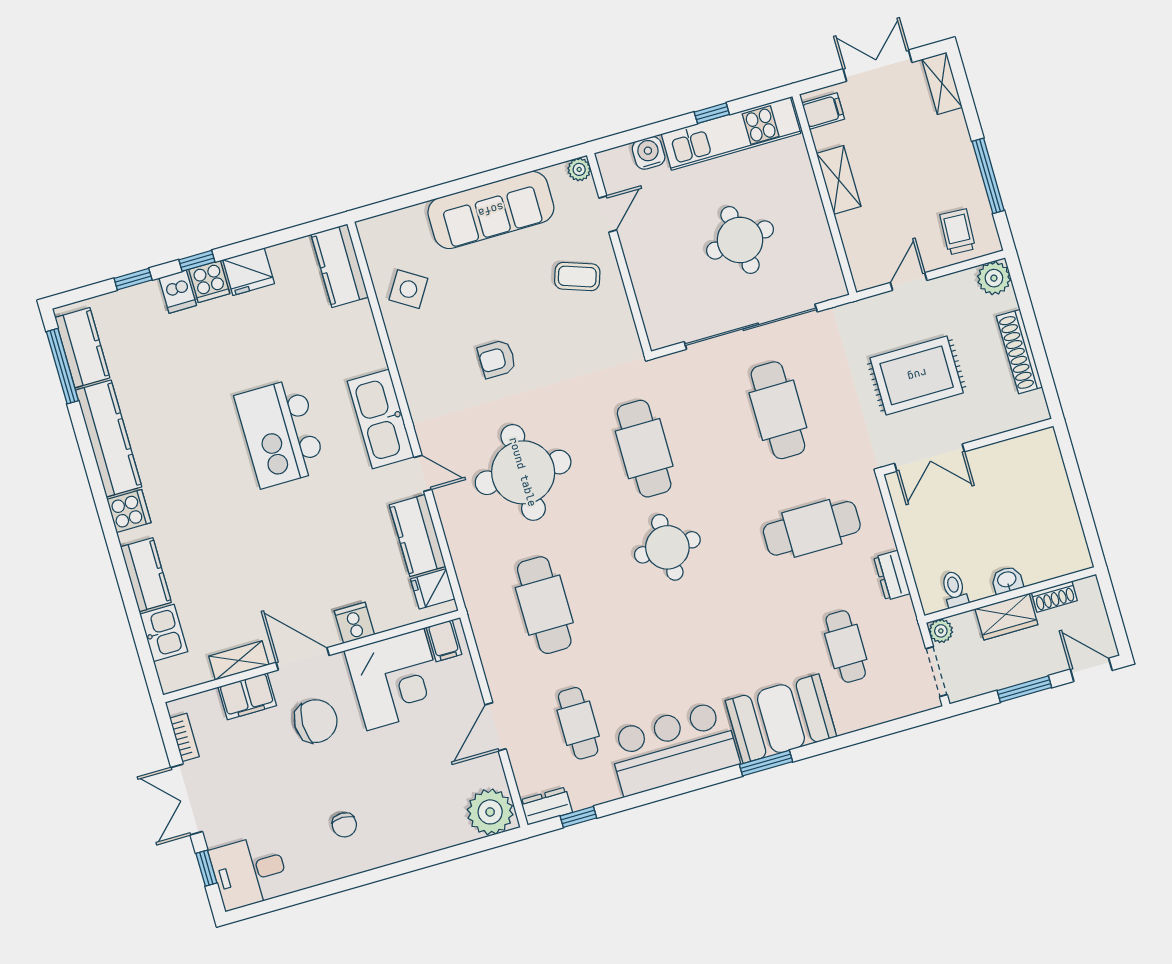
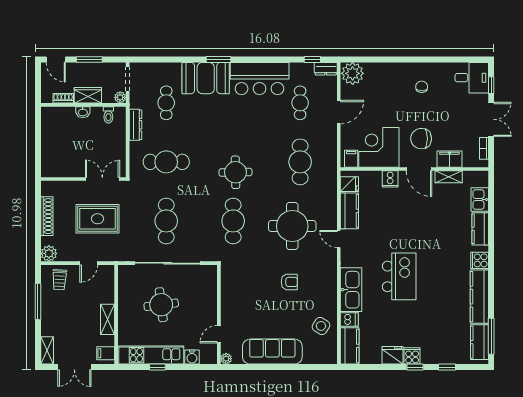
coffee table: (577, 277) -> (241, 309), removed
dishwasher: (178, 292) -> (349, 320), moved, turned 90
kitchen sink: (381, 419) -> (351, 290), moved
dresser: (892, 575) -> (135, 125), width x1.44

